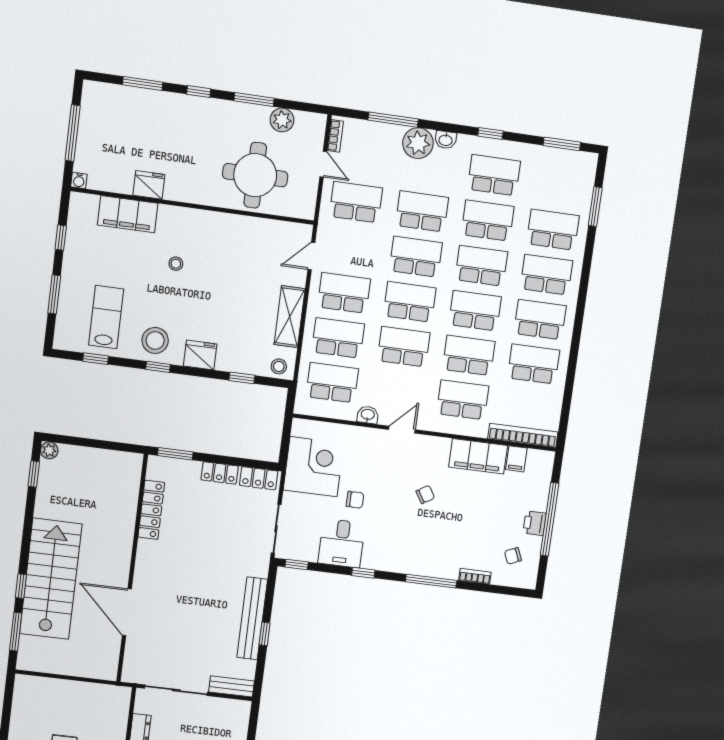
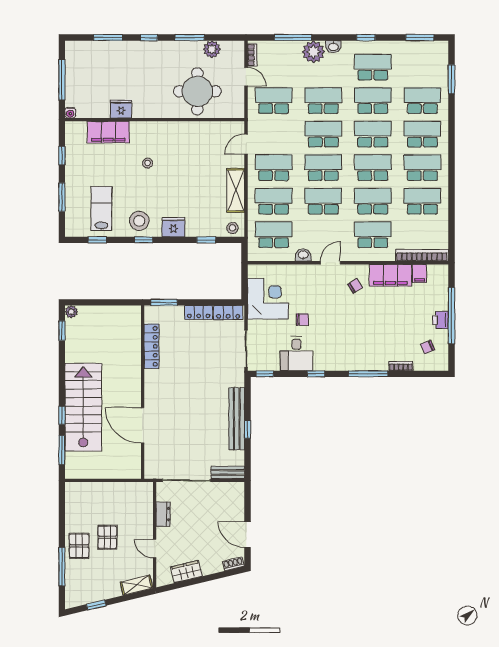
chair: (425, 494) -> (355, 286), moved

